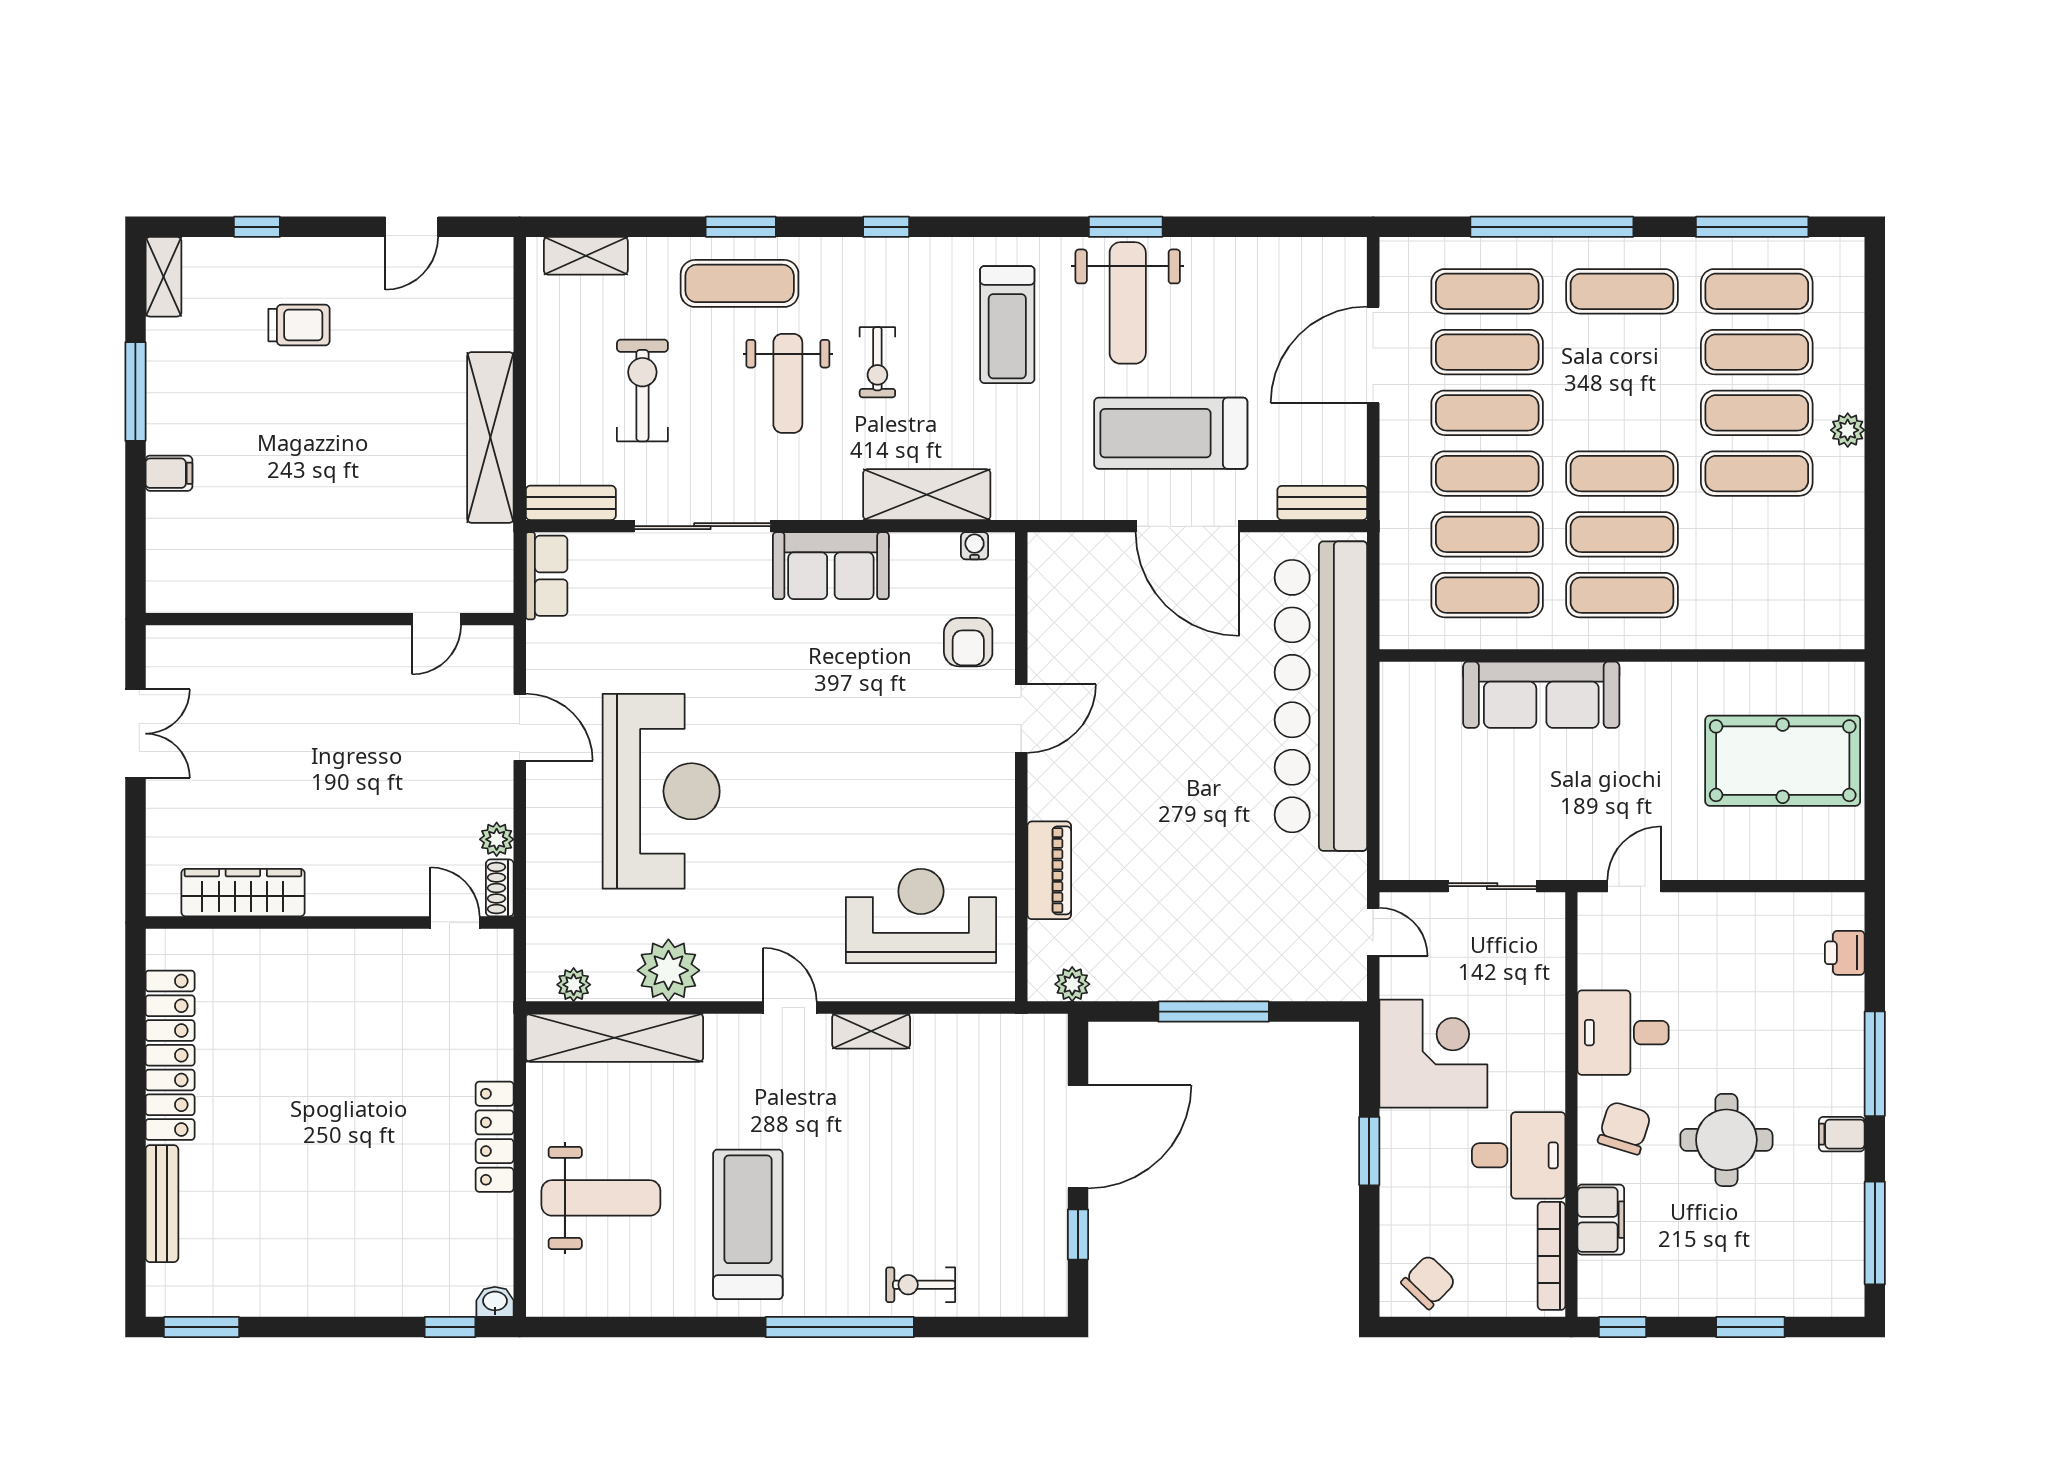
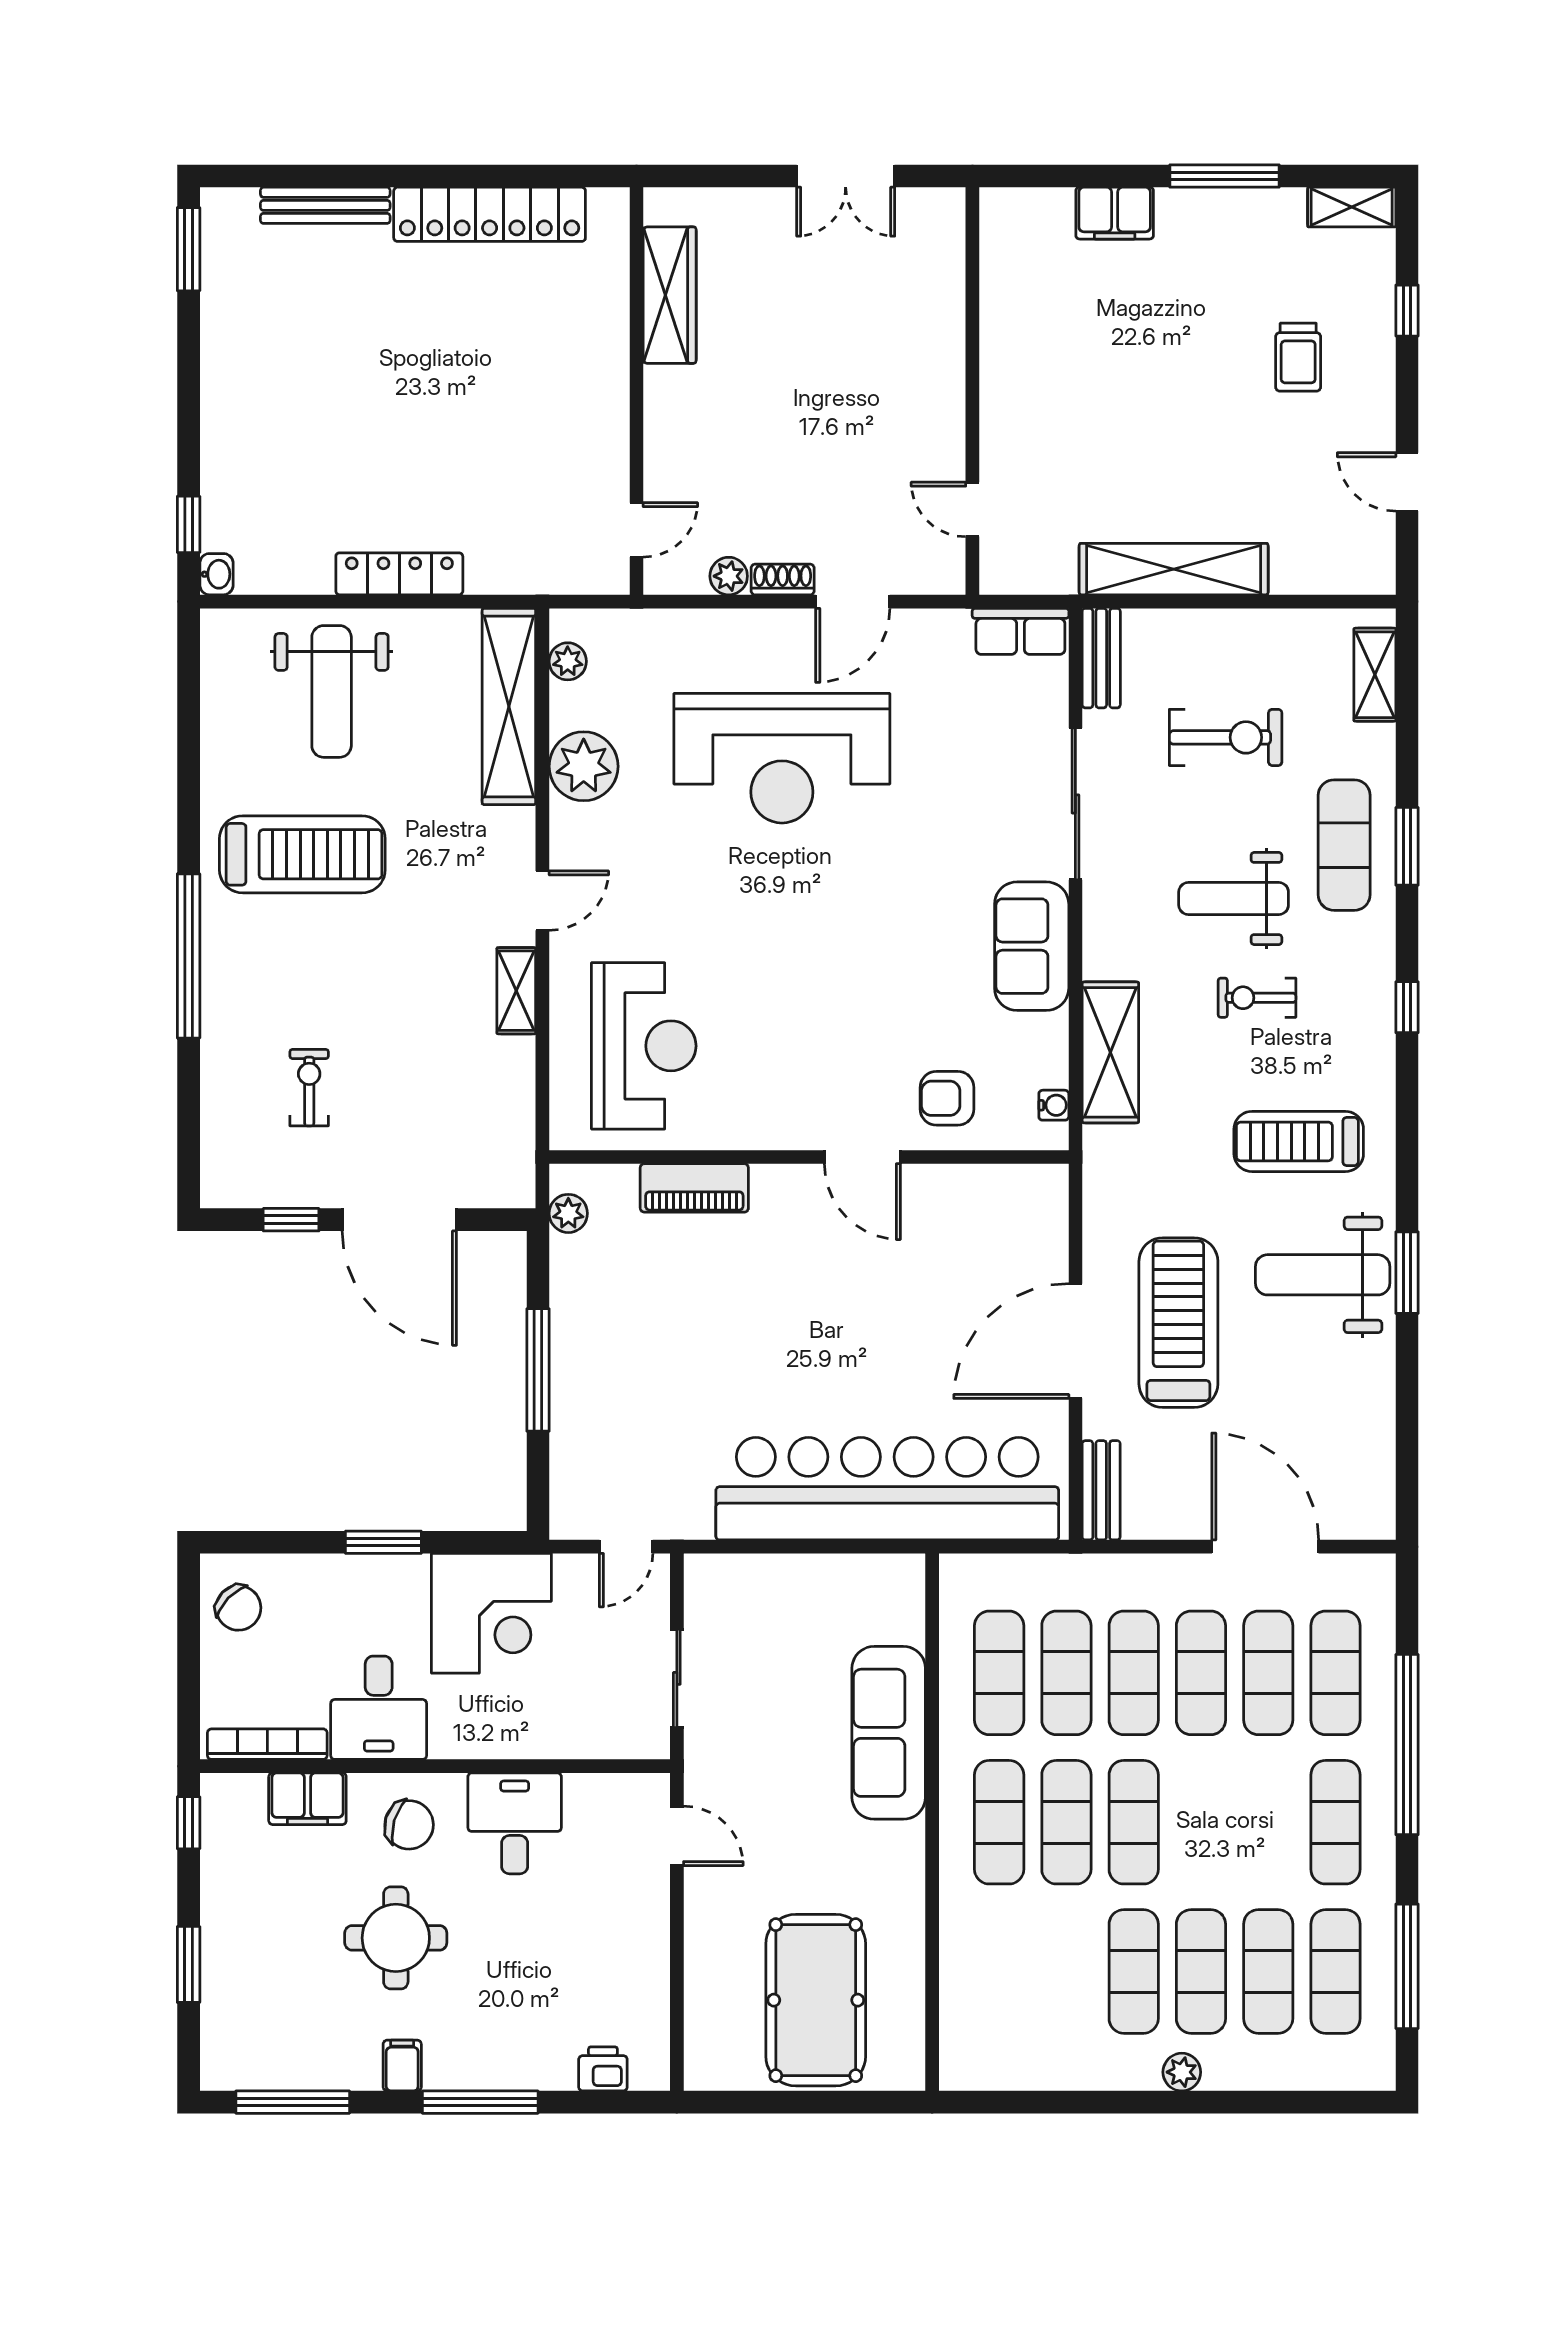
filing cabinet: (169, 473) -> (1115, 213), width x2.00
shoe rack: (500, 888) -> (783, 580), moved
exercise bike: (921, 1285) -> (309, 1088), moved

